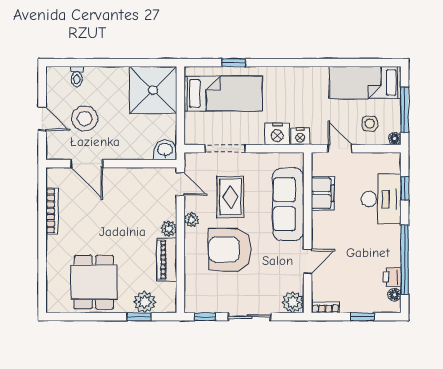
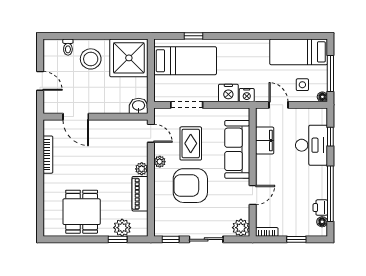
stool: (85, 118) -> (91, 59), moved

